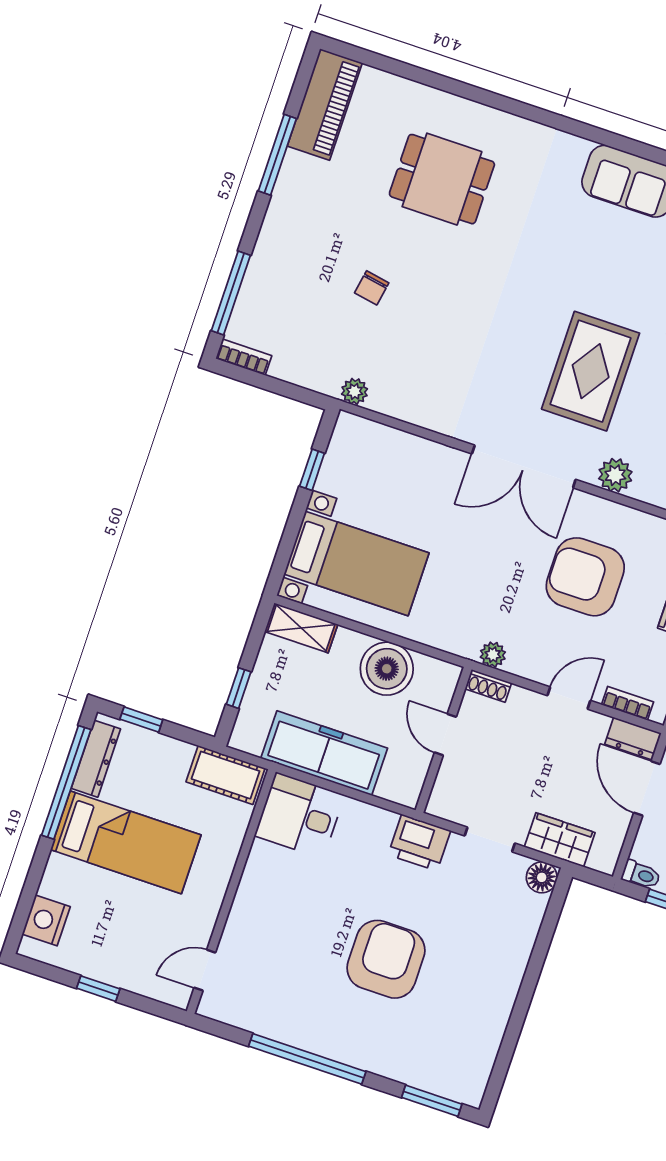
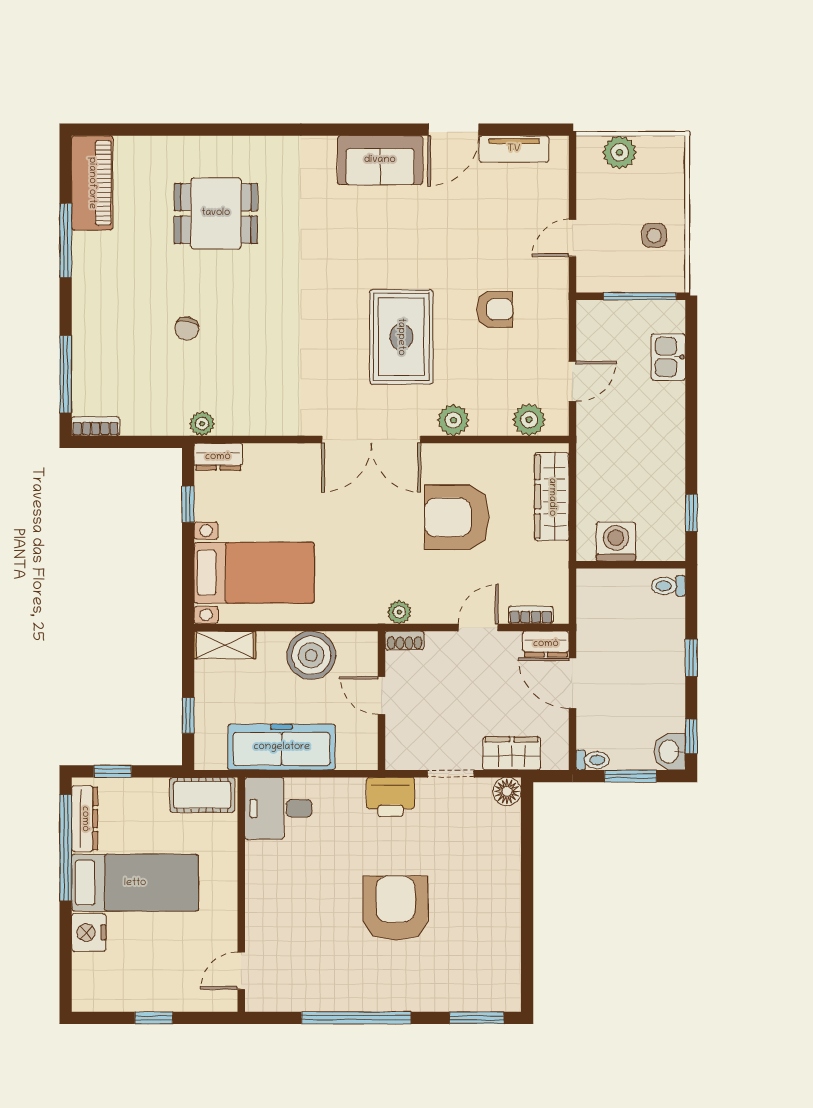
dresser: (360, 431) -> (218, 457), added
nightstand: (46, 920) -> (89, 933), moved

